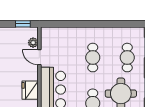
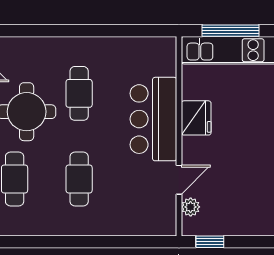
door: (39, 57) -> (179, 180), hinge flipped

